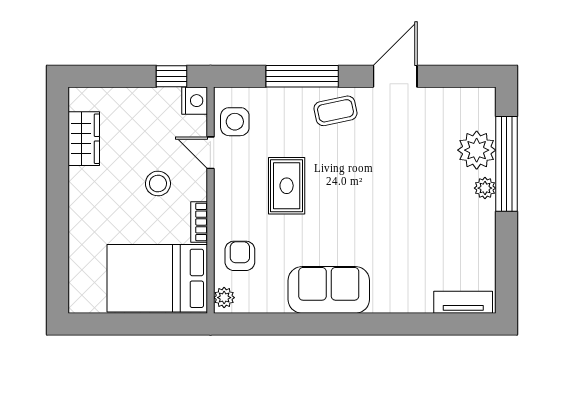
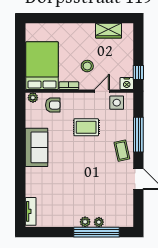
plant: (477, 150) -> (99, 222), width x0.53, depth x0.53

